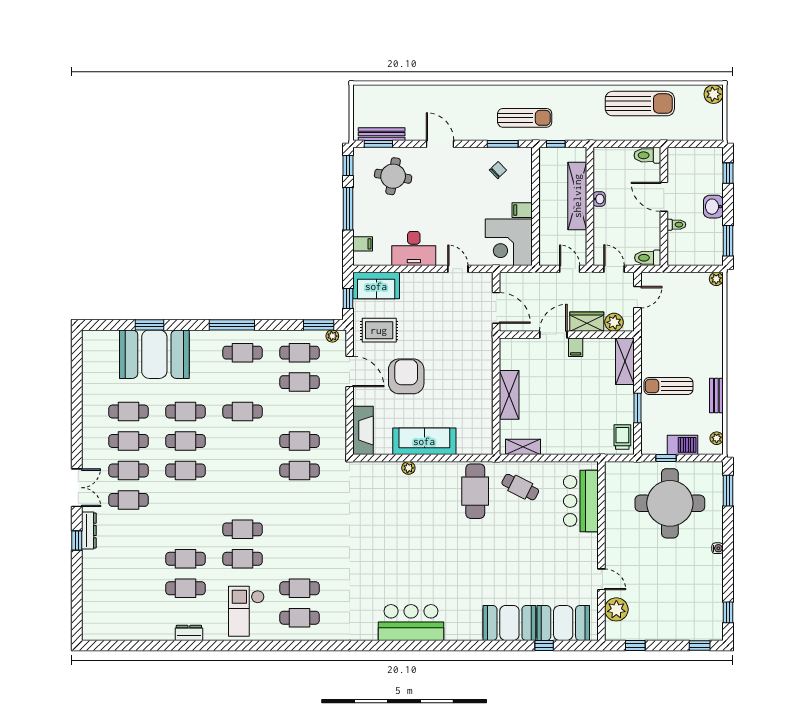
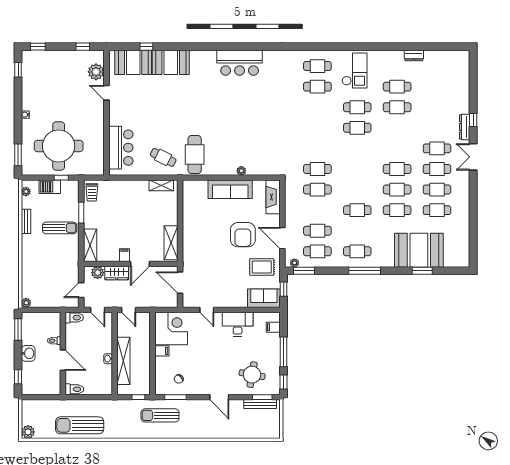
shelving: (509, 395) -> (171, 243), moved
dresser: (189, 633) -> (414, 55), moved

